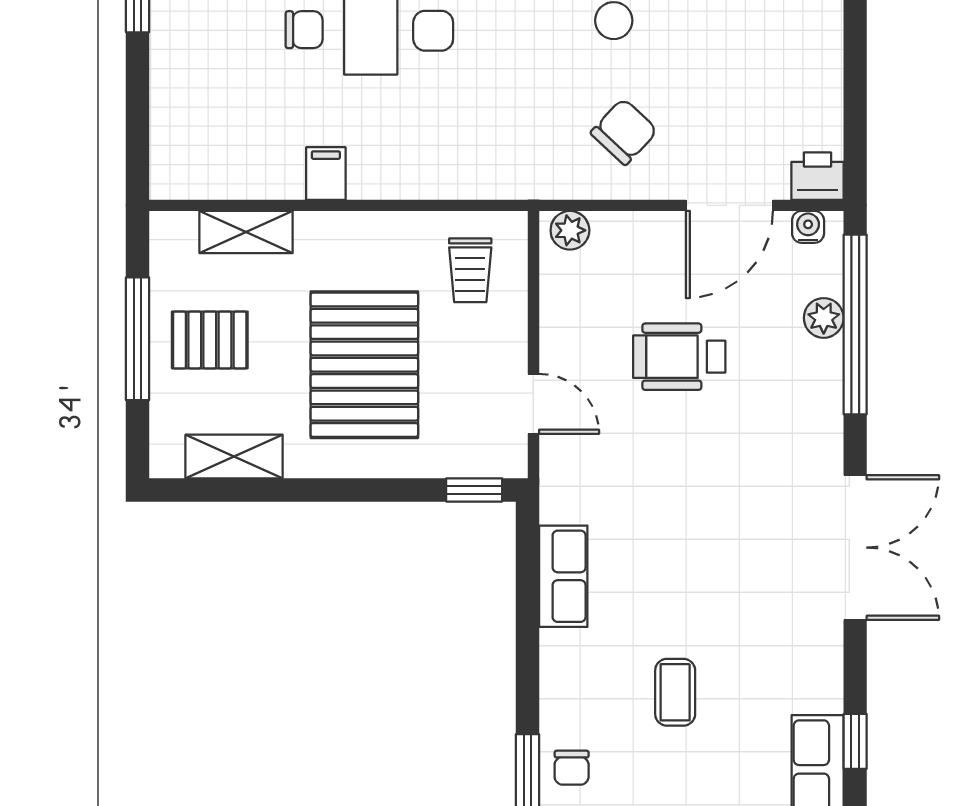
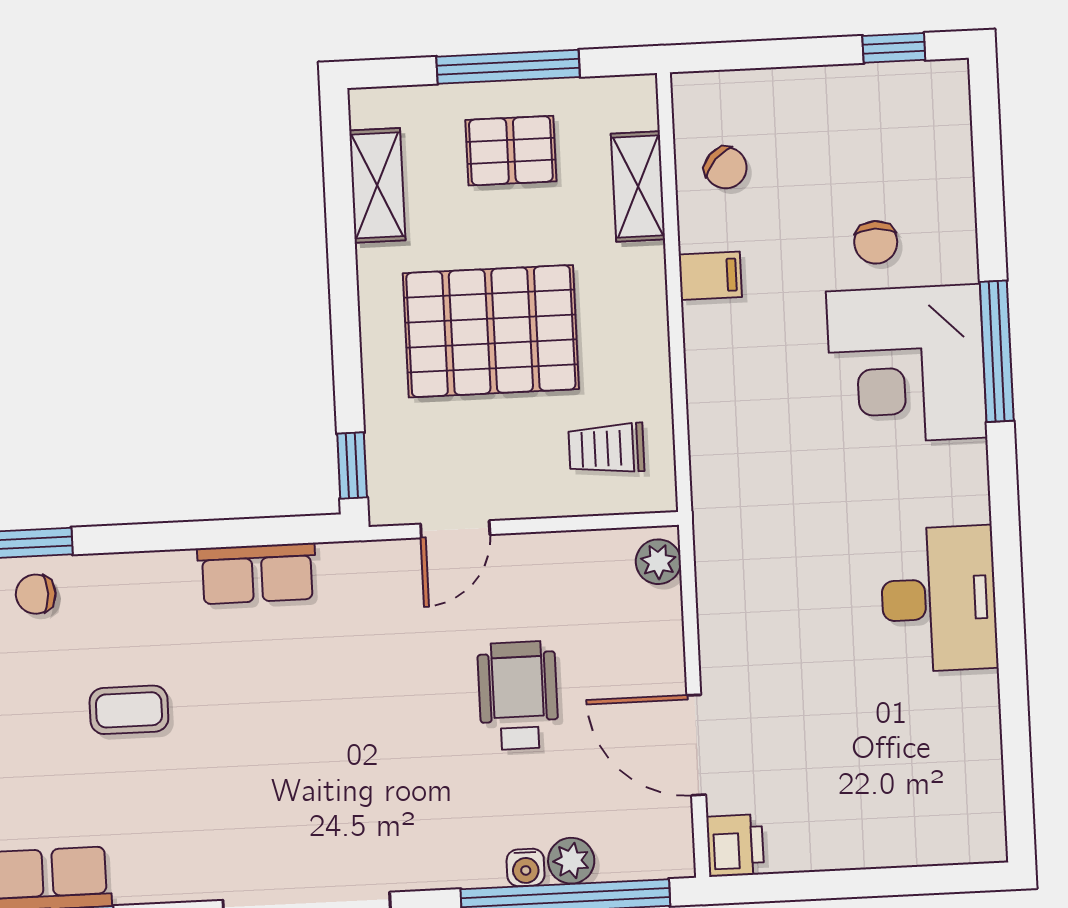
chair: (624, 132) -> (726, 168), moved, width x0.73, depth x0.73
water cooler: (808, 227) -> (526, 867), moved, turned 90
pallet: (210, 340) -> (511, 151), turned 90

